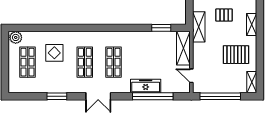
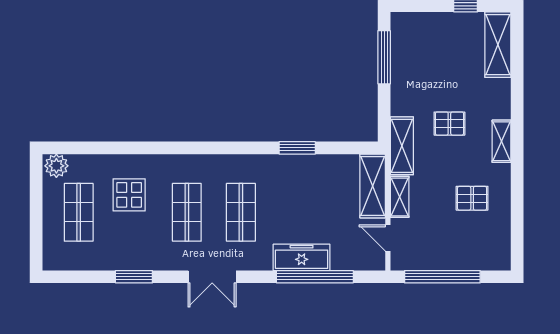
window: (161, 28) -> (297, 148), moved
pallet: (236, 55) -> (472, 198), width x0.67, depth x0.71
shelving: (252, 82) -> (400, 197), moved

